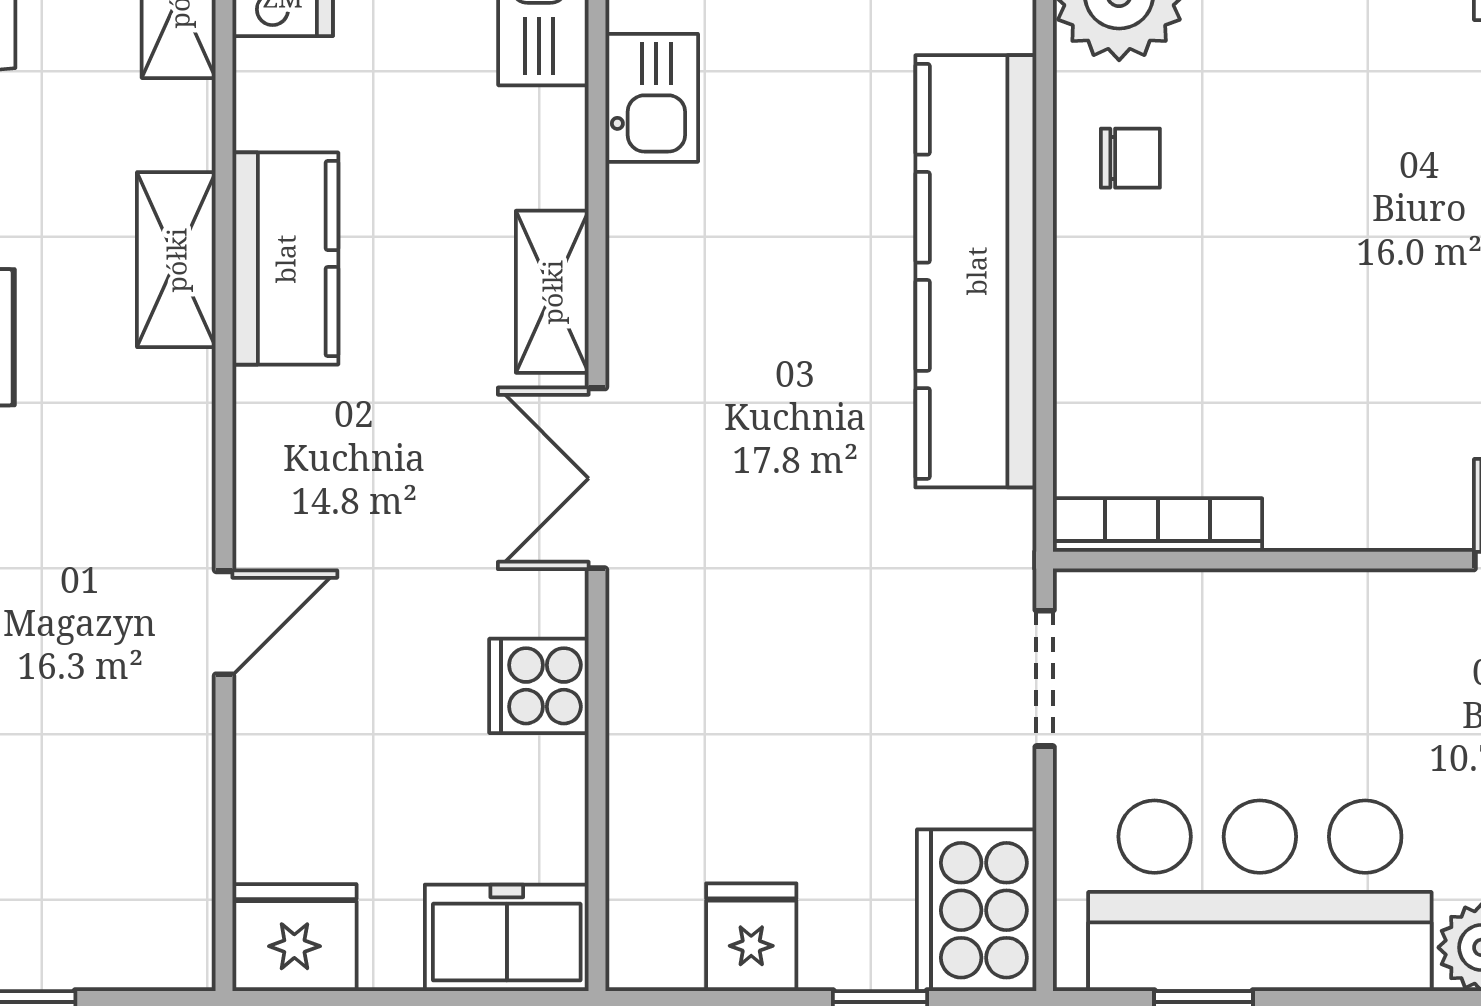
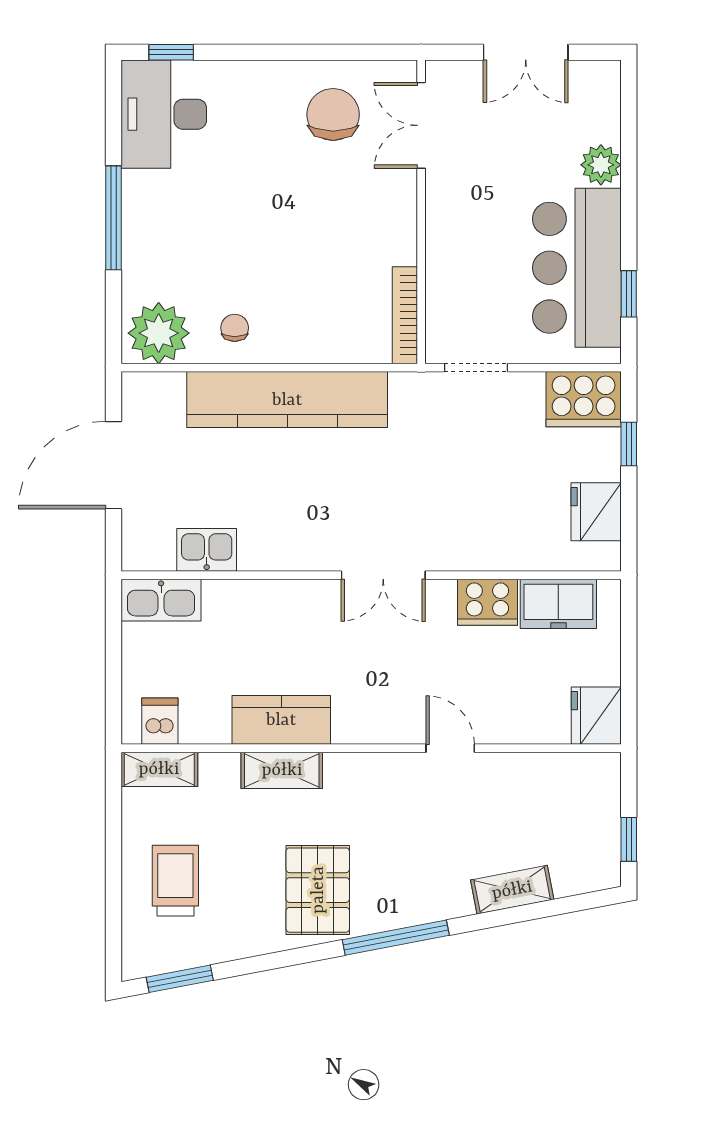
shelving: (552, 292) -> (297, 596), removed
cooker: (539, 686) -> (487, 602), width x1.36
fridge: (751, 937) -> (596, 512), width x1.38
freezer: (507, 938) -> (558, 604), moved, turned -90

